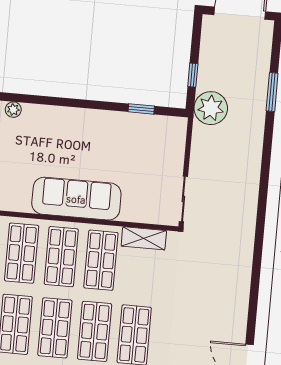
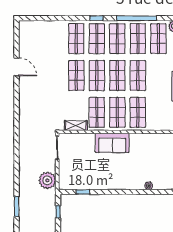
plant: (211, 108) -> (47, 180), moved
sofa: (76, 199) -> (112, 143), width x0.73

